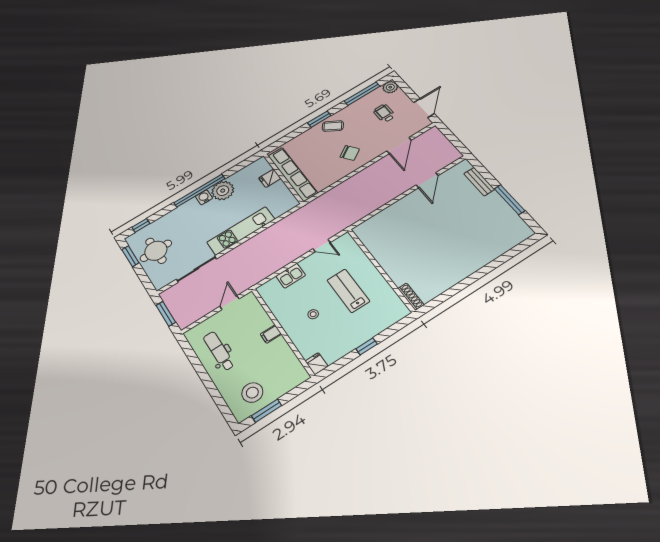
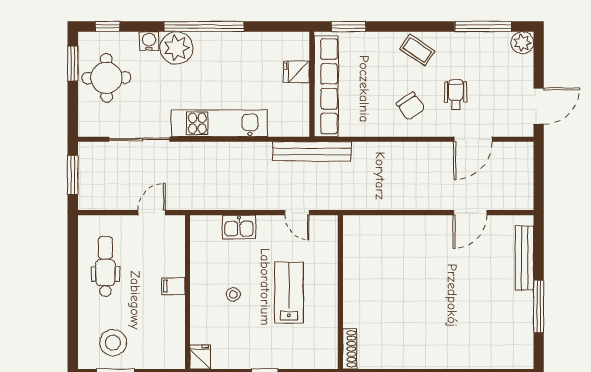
wheelchair: (384, 113) -> (456, 95), moved
window: (319, 119) -> (348, 27), moved
bench: (479, 182) -> (525, 258), width x1.36
plant: (223, 191) -> (177, 48), moved
water cooler: (204, 197) -> (149, 41), moved
bench: (308, 210) -> (312, 151), added

